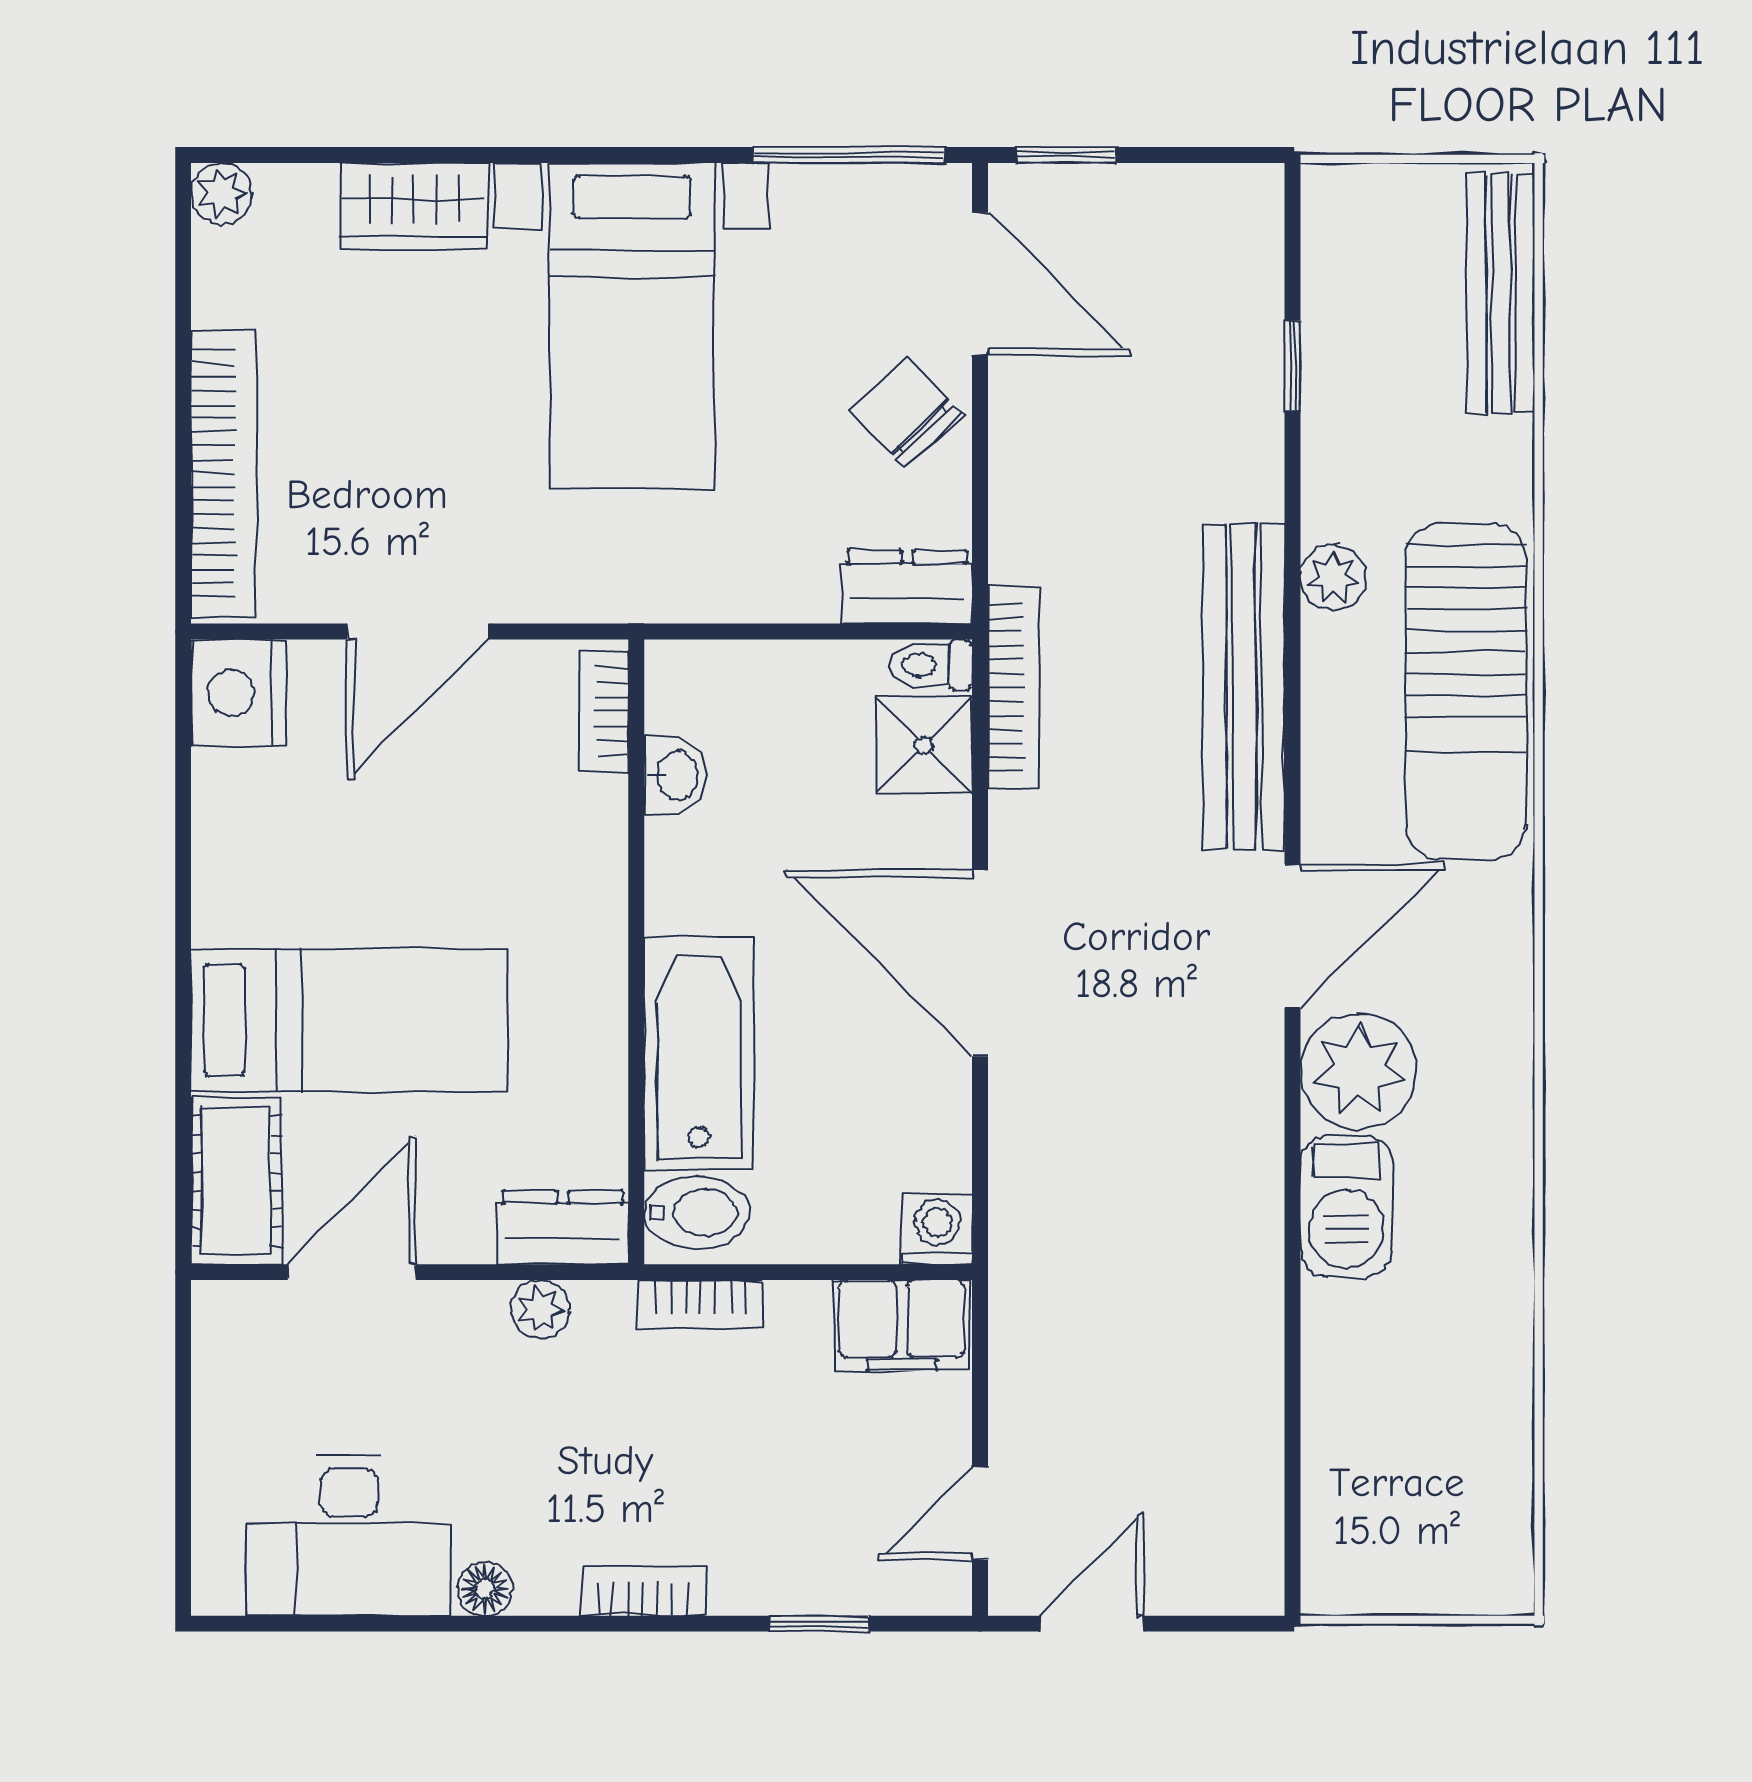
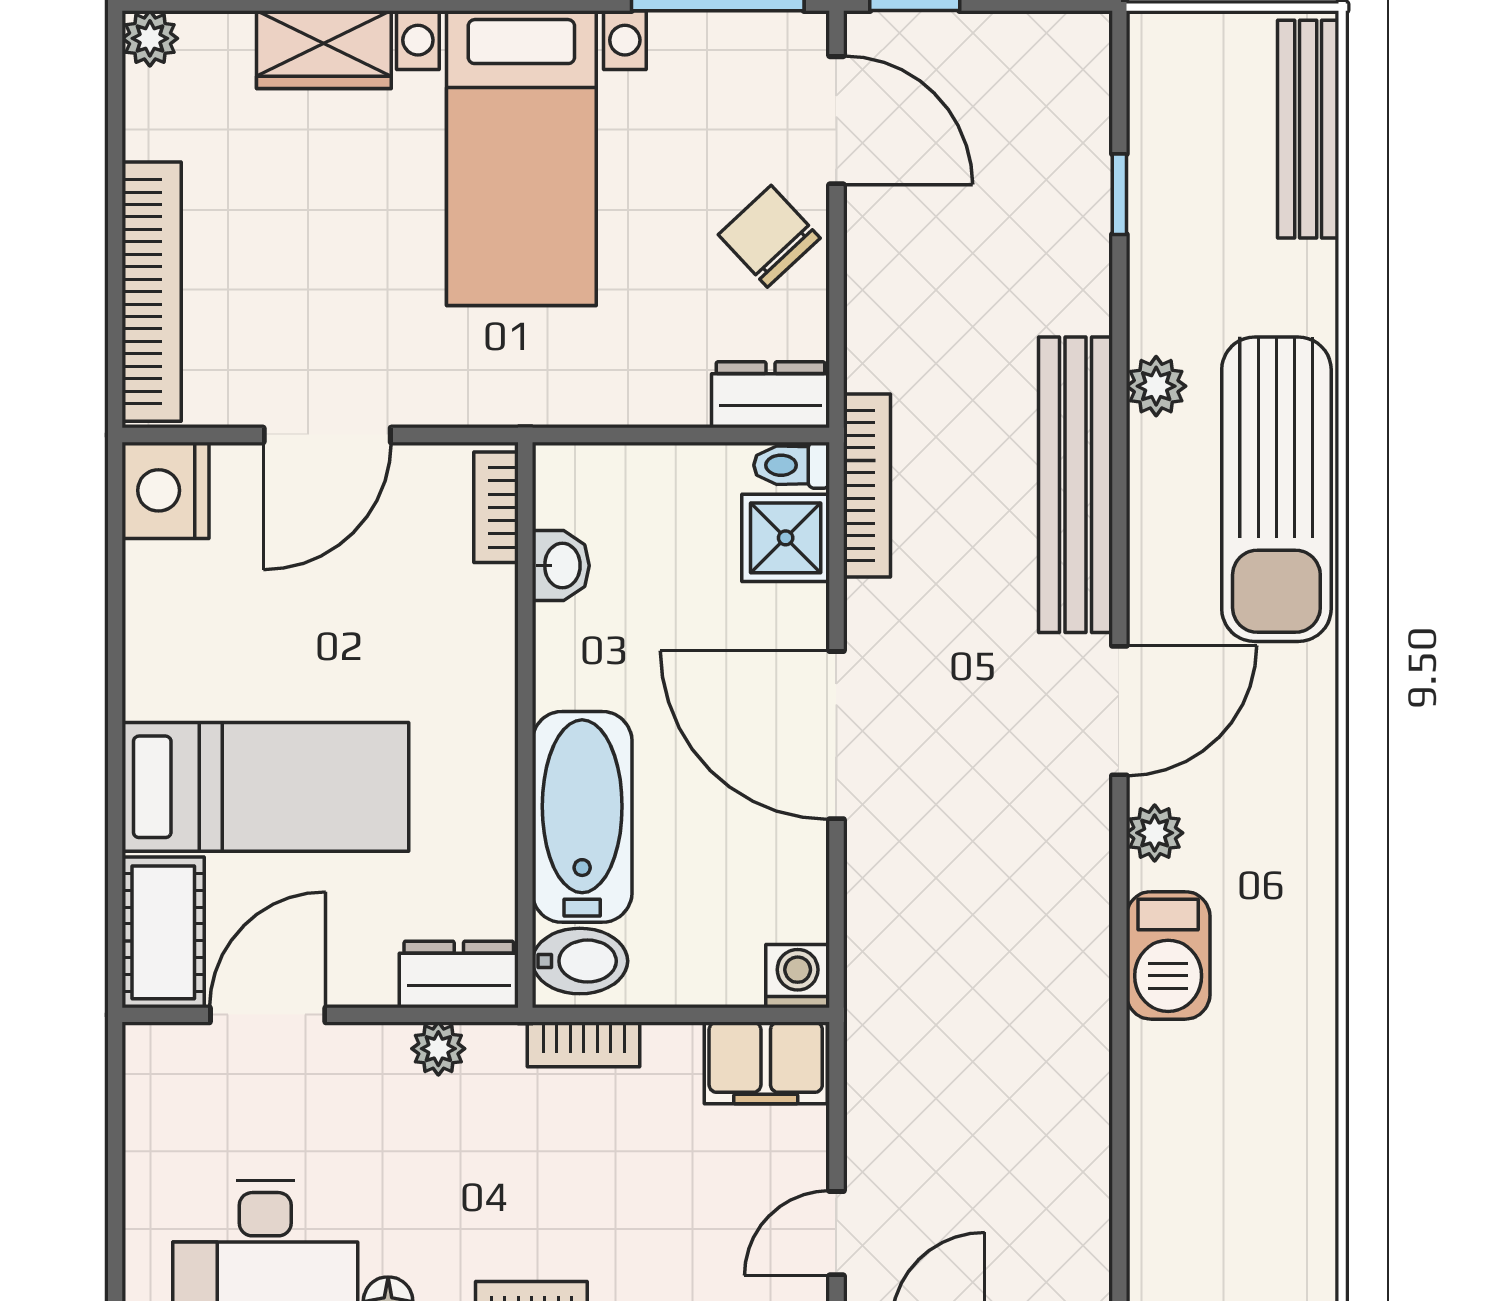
plant: (1359, 1071) -> (1155, 833), width x0.53, depth x0.53

